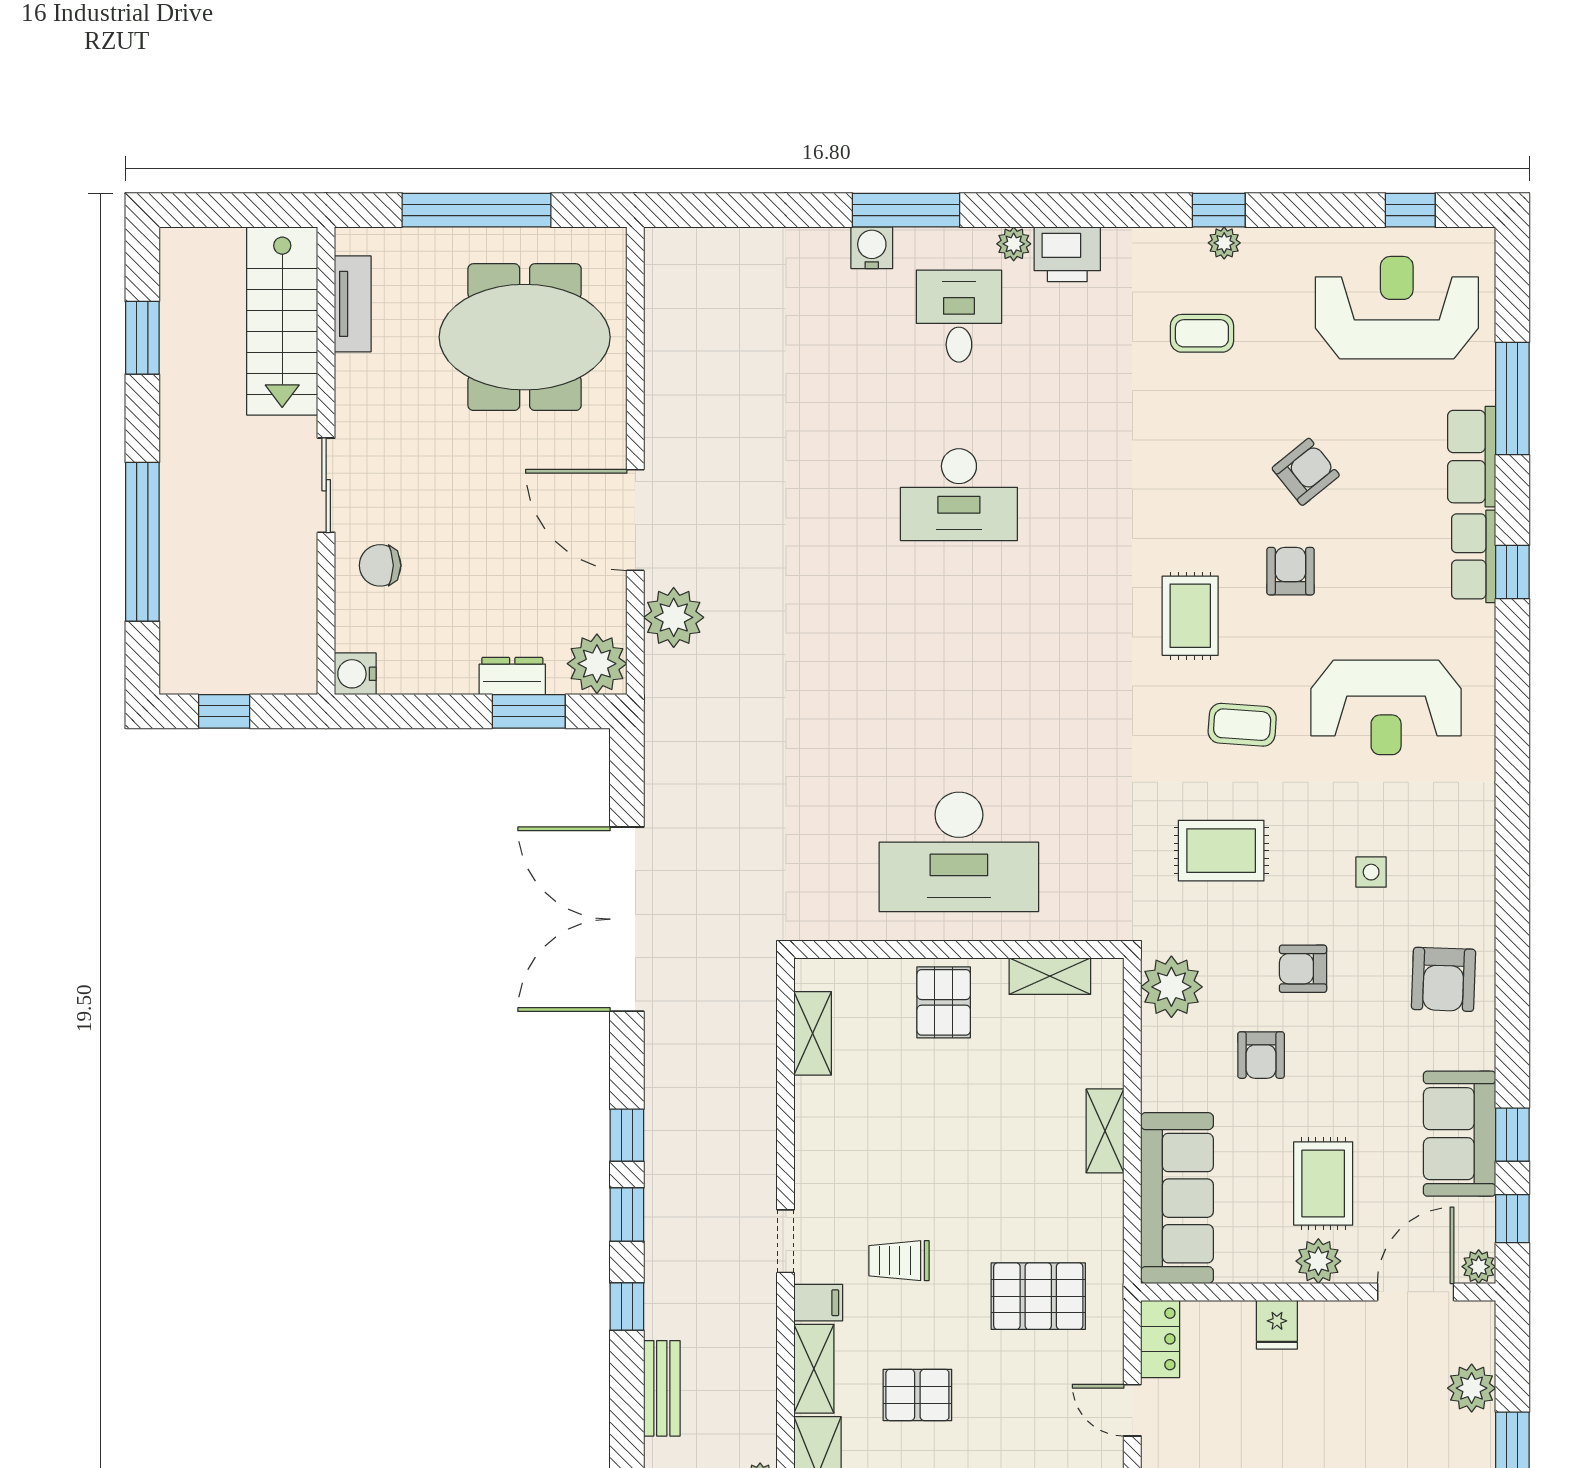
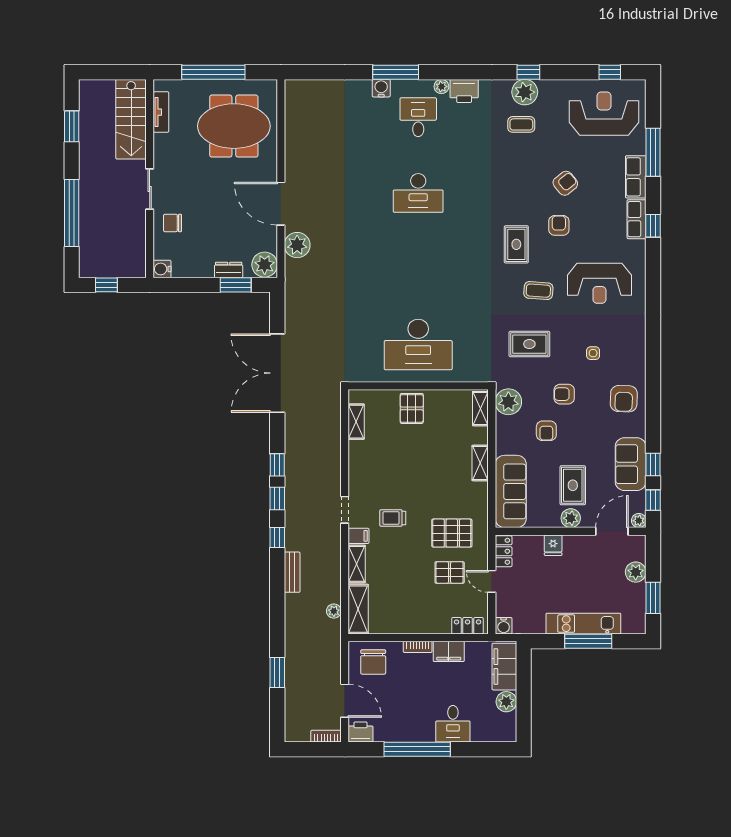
plant: (1224, 243) -> (525, 92), width x1.87, depth x1.87
shelving: (1050, 976) -> (480, 409), moved, turned 90
pallet: (917, 1395) -> (450, 572), moved

